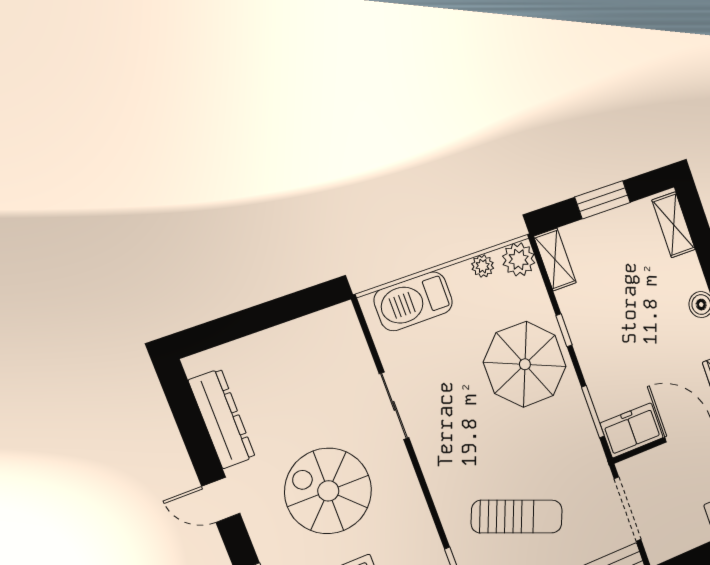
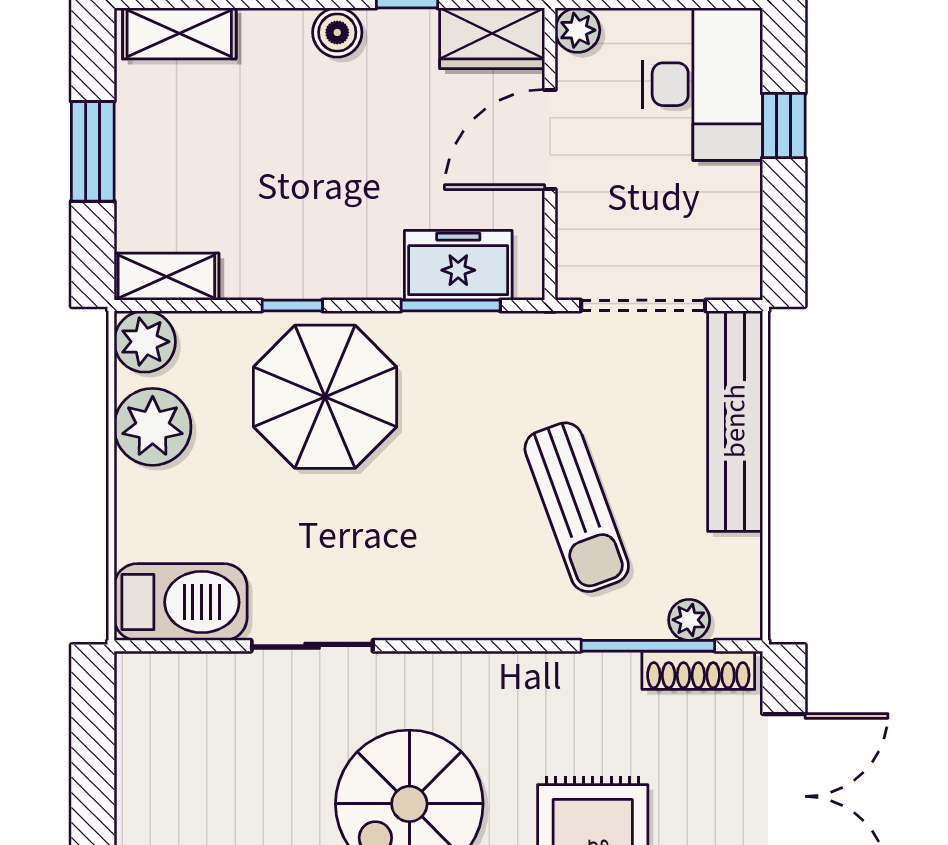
plant: (483, 266) -> (153, 427), width x1.88, depth x1.88
barbecue: (413, 301) -> (181, 602), moved, turned -90
freezer: (632, 430) -> (458, 265), moved, turned 90
sun lounger: (517, 517) -> (577, 507), turned 138

